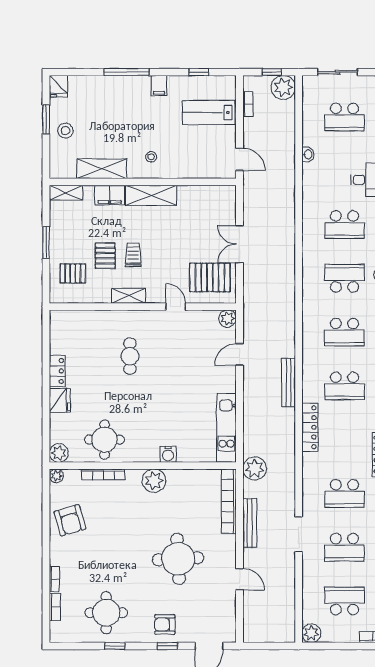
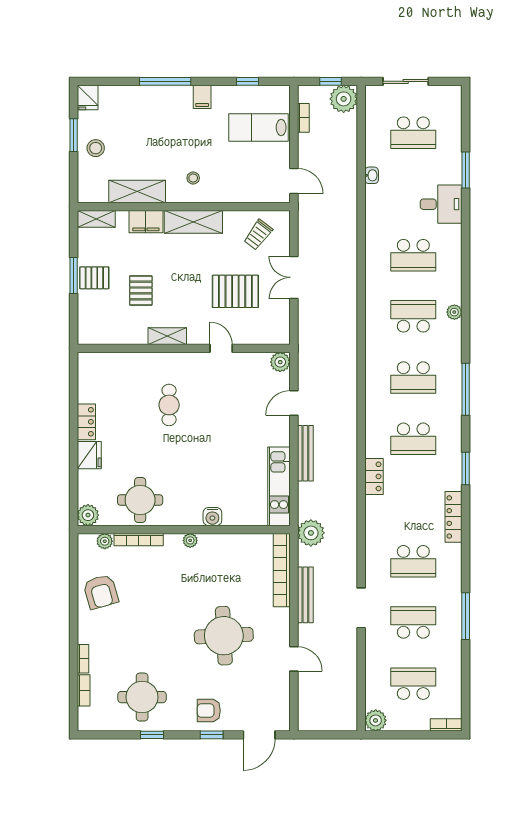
trolley: (133, 255) -> (258, 235), moved, turned -143
pallet: (73, 273) -> (94, 278), moved
pallet: (210, 277) -> (235, 291), moved
bench: (288, 383) -> (305, 453), moved
locker: (310, 427) -> (374, 476), width x0.66
plant: (56, 476) -> (105, 541), moved
plant: (154, 481) -> (190, 540), width x0.53, depth x0.53
school desk: (344, 547) -> (413, 622), turned 180

